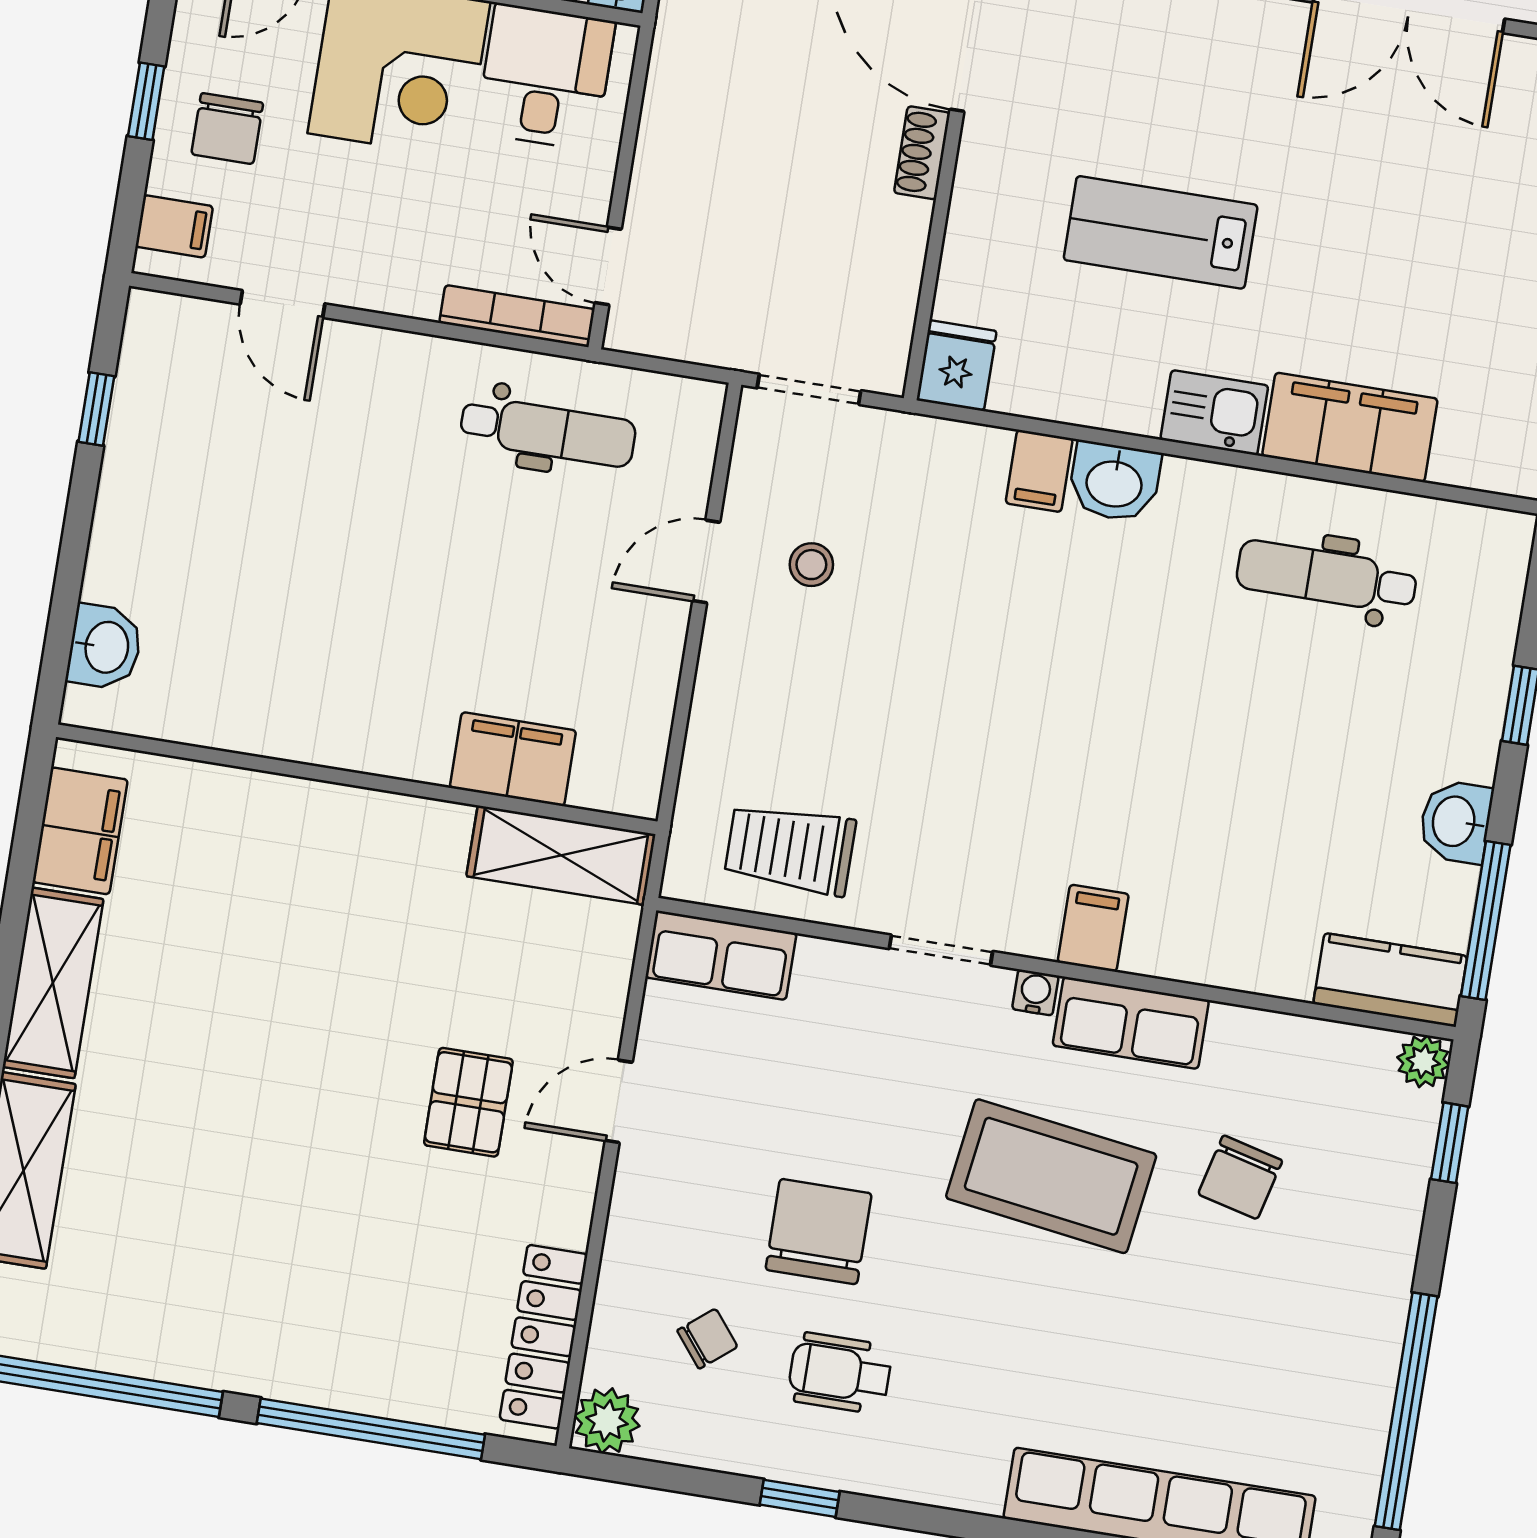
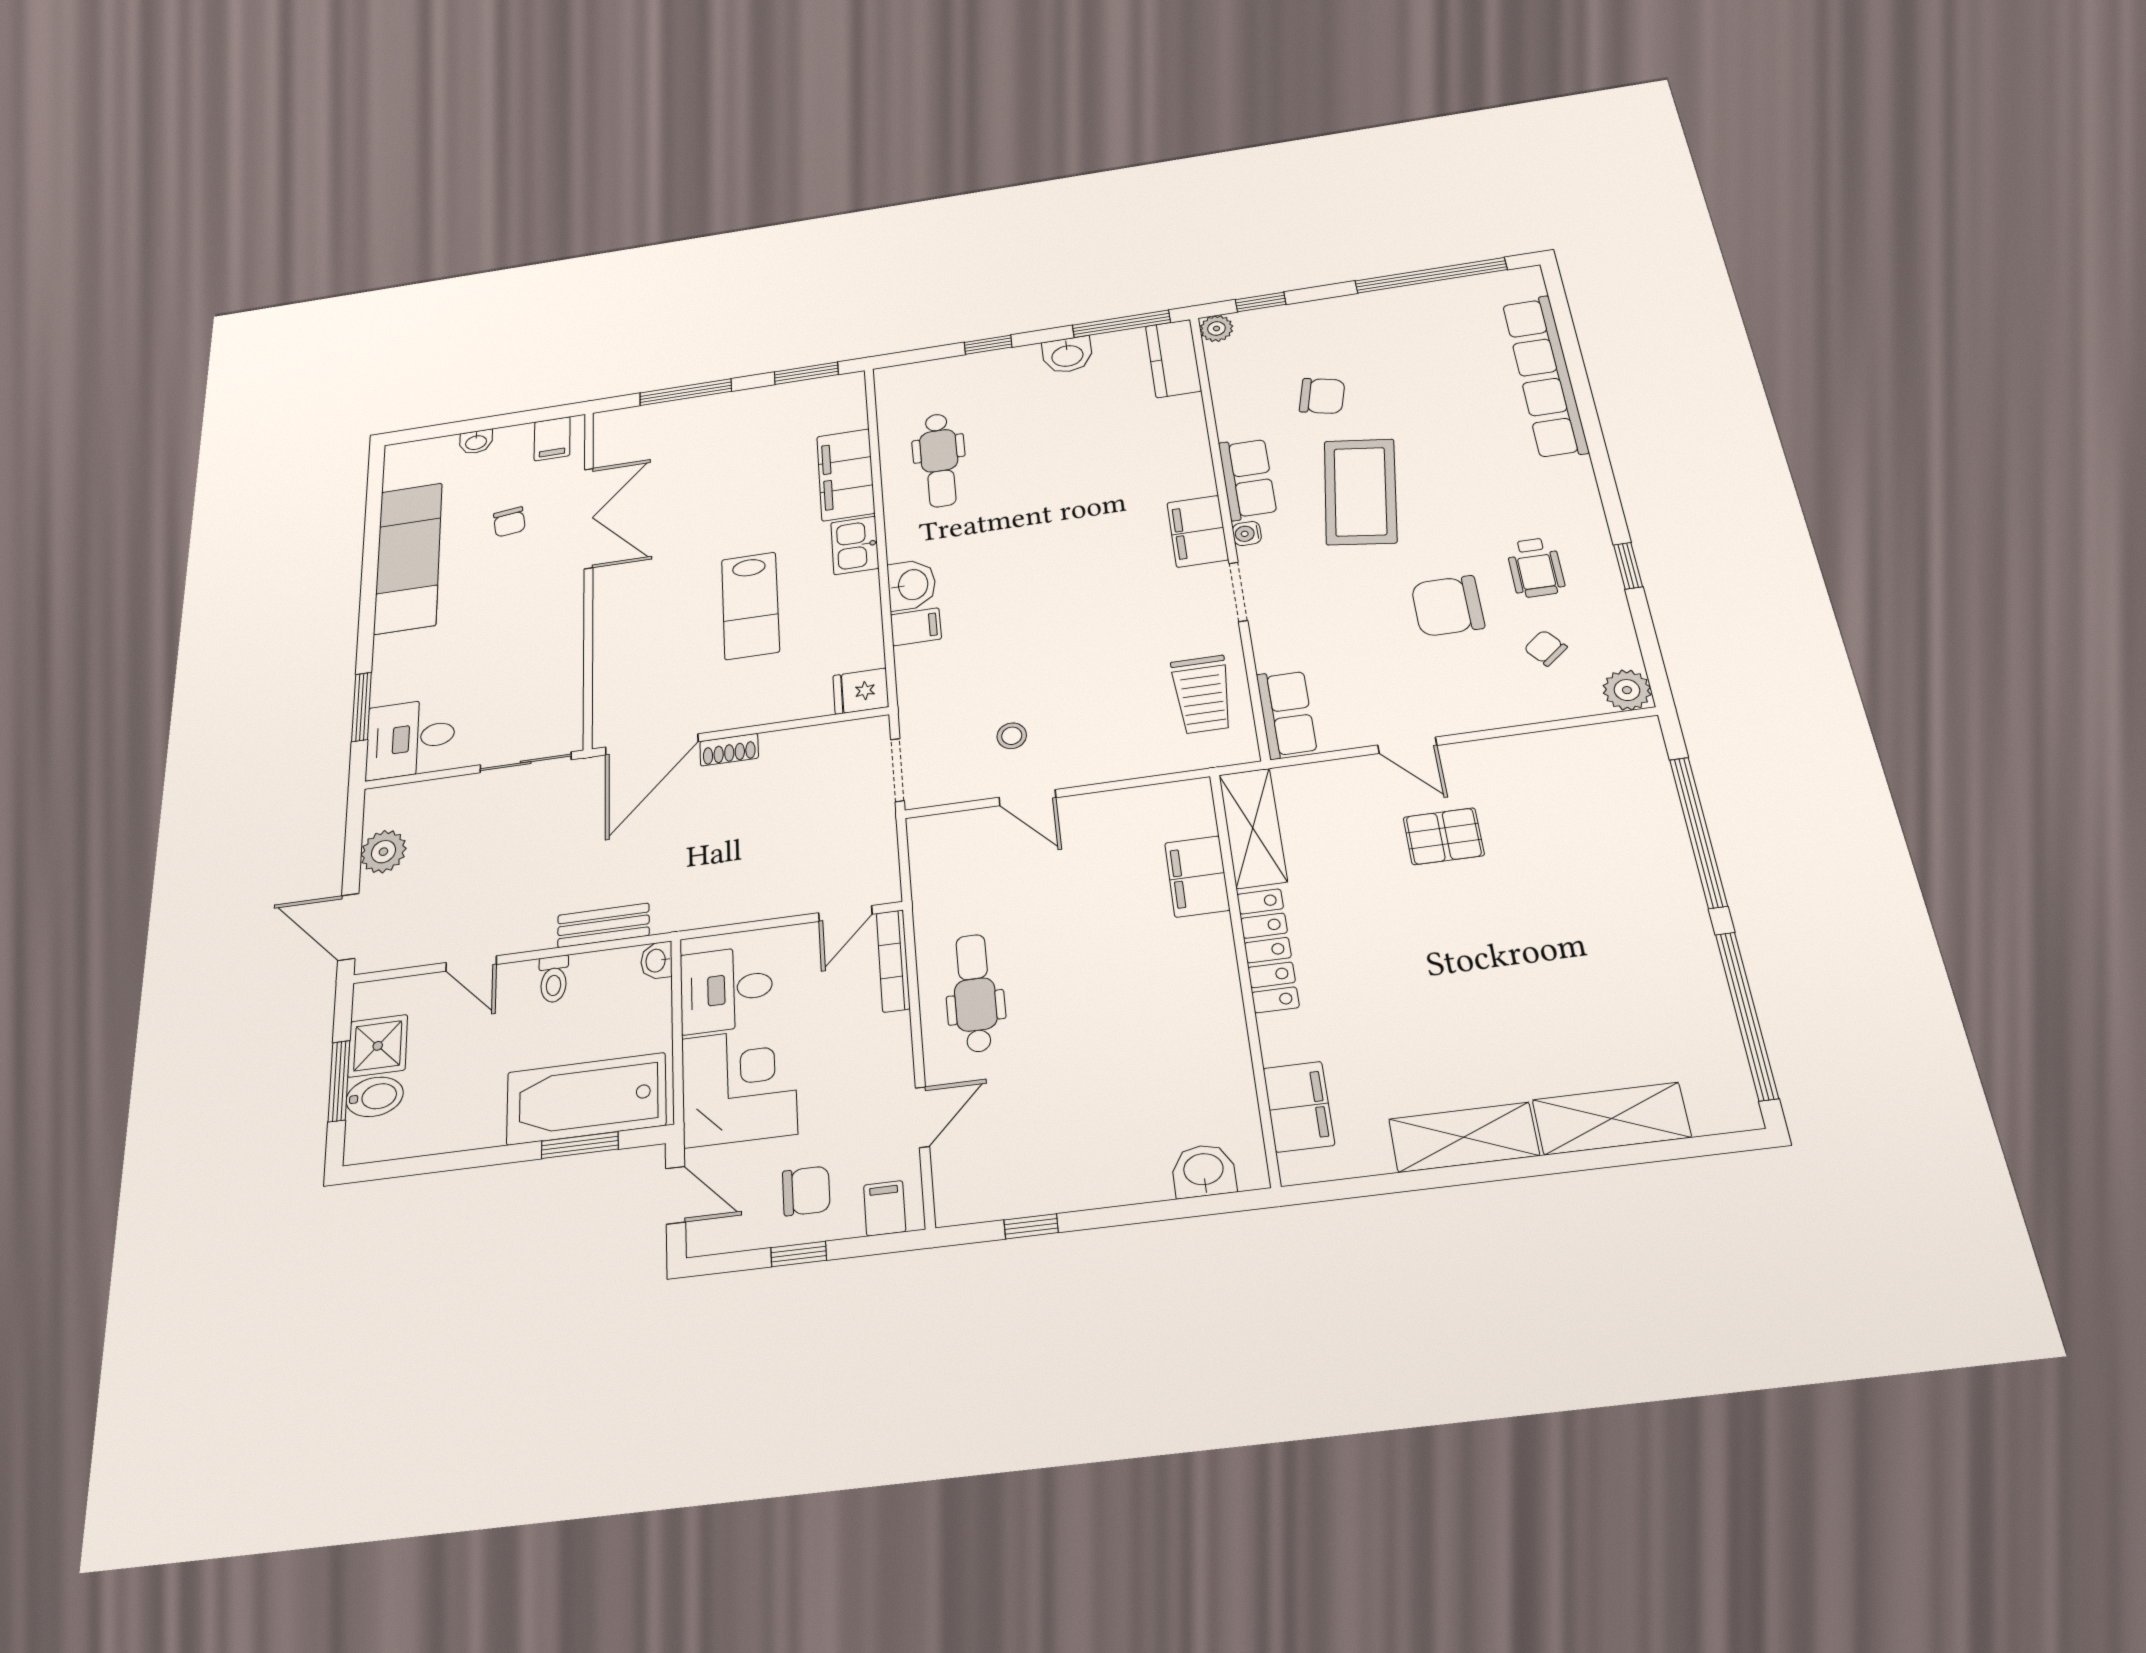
dental chair: (548, 431) -> (975, 993), moved
filing cabinet: (80, 831) -> (1299, 1107), moved, turned 90
filing cabinet: (1093, 928) -> (1198, 531), width x2.00
locker: (544, 1337) -> (1268, 950), moved, turned -90

